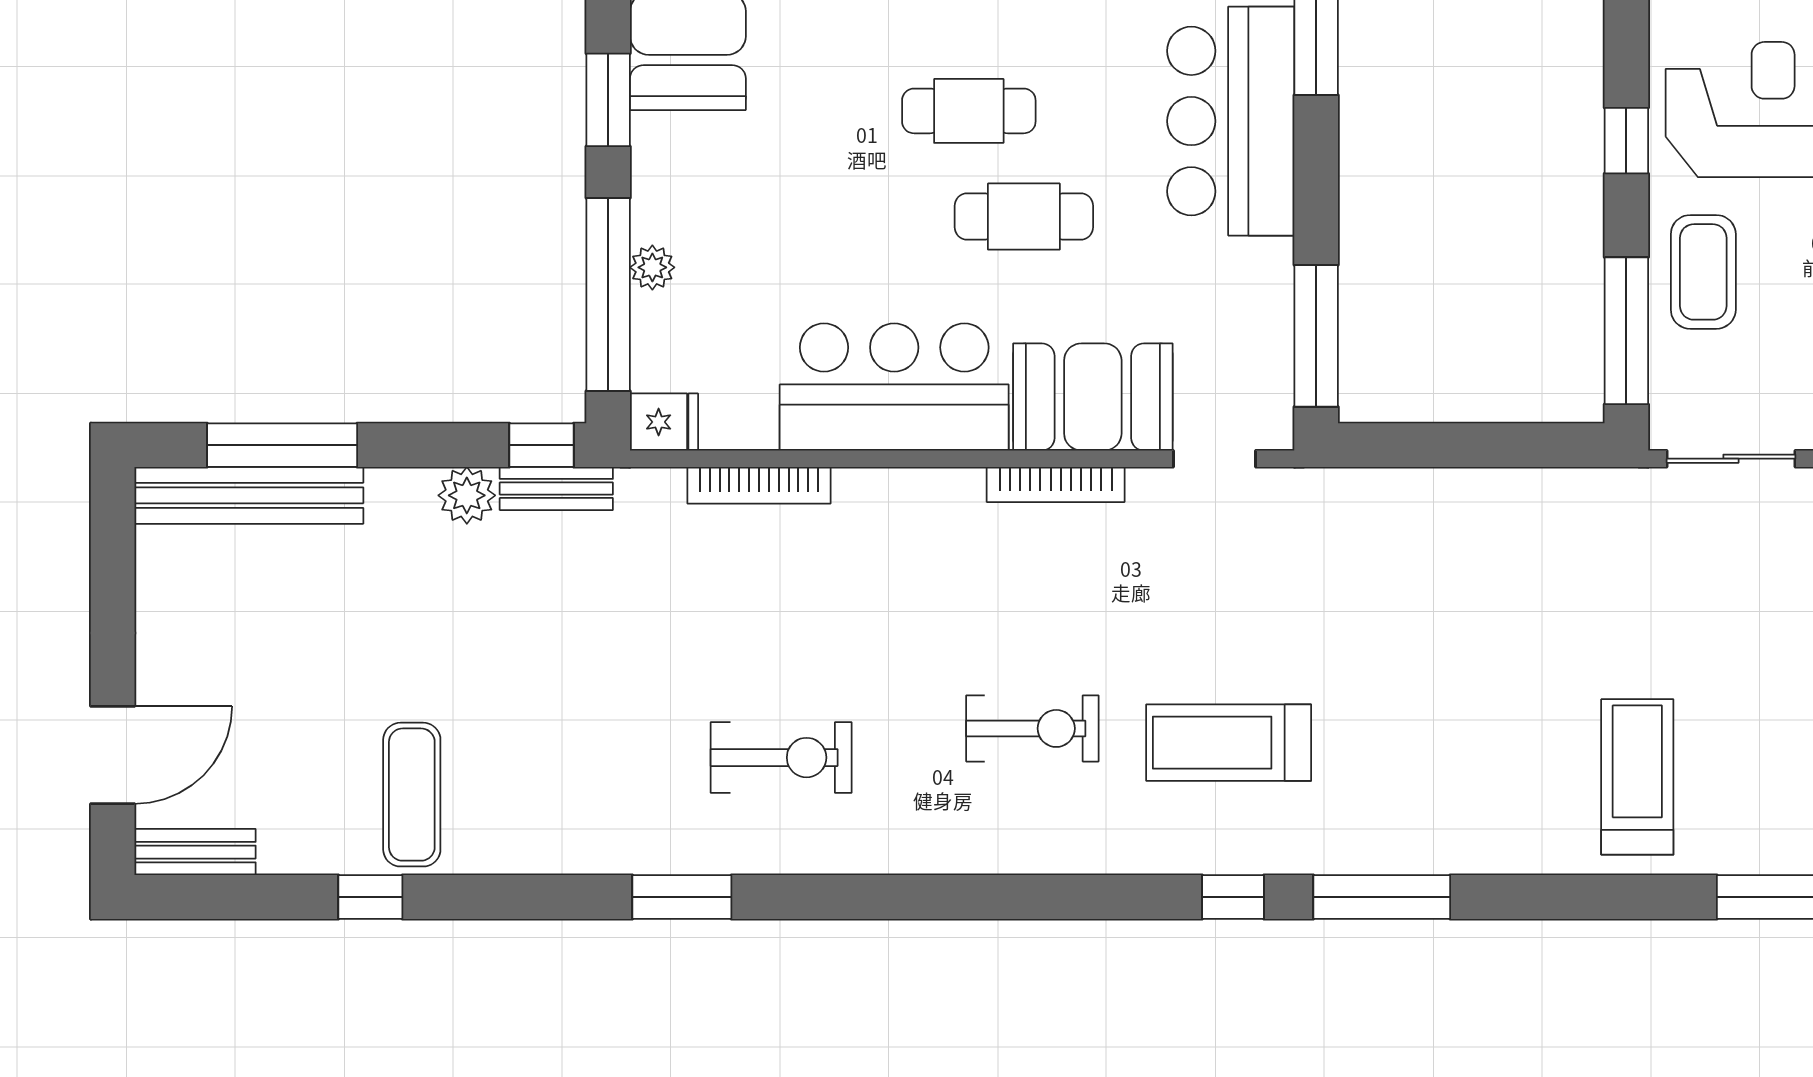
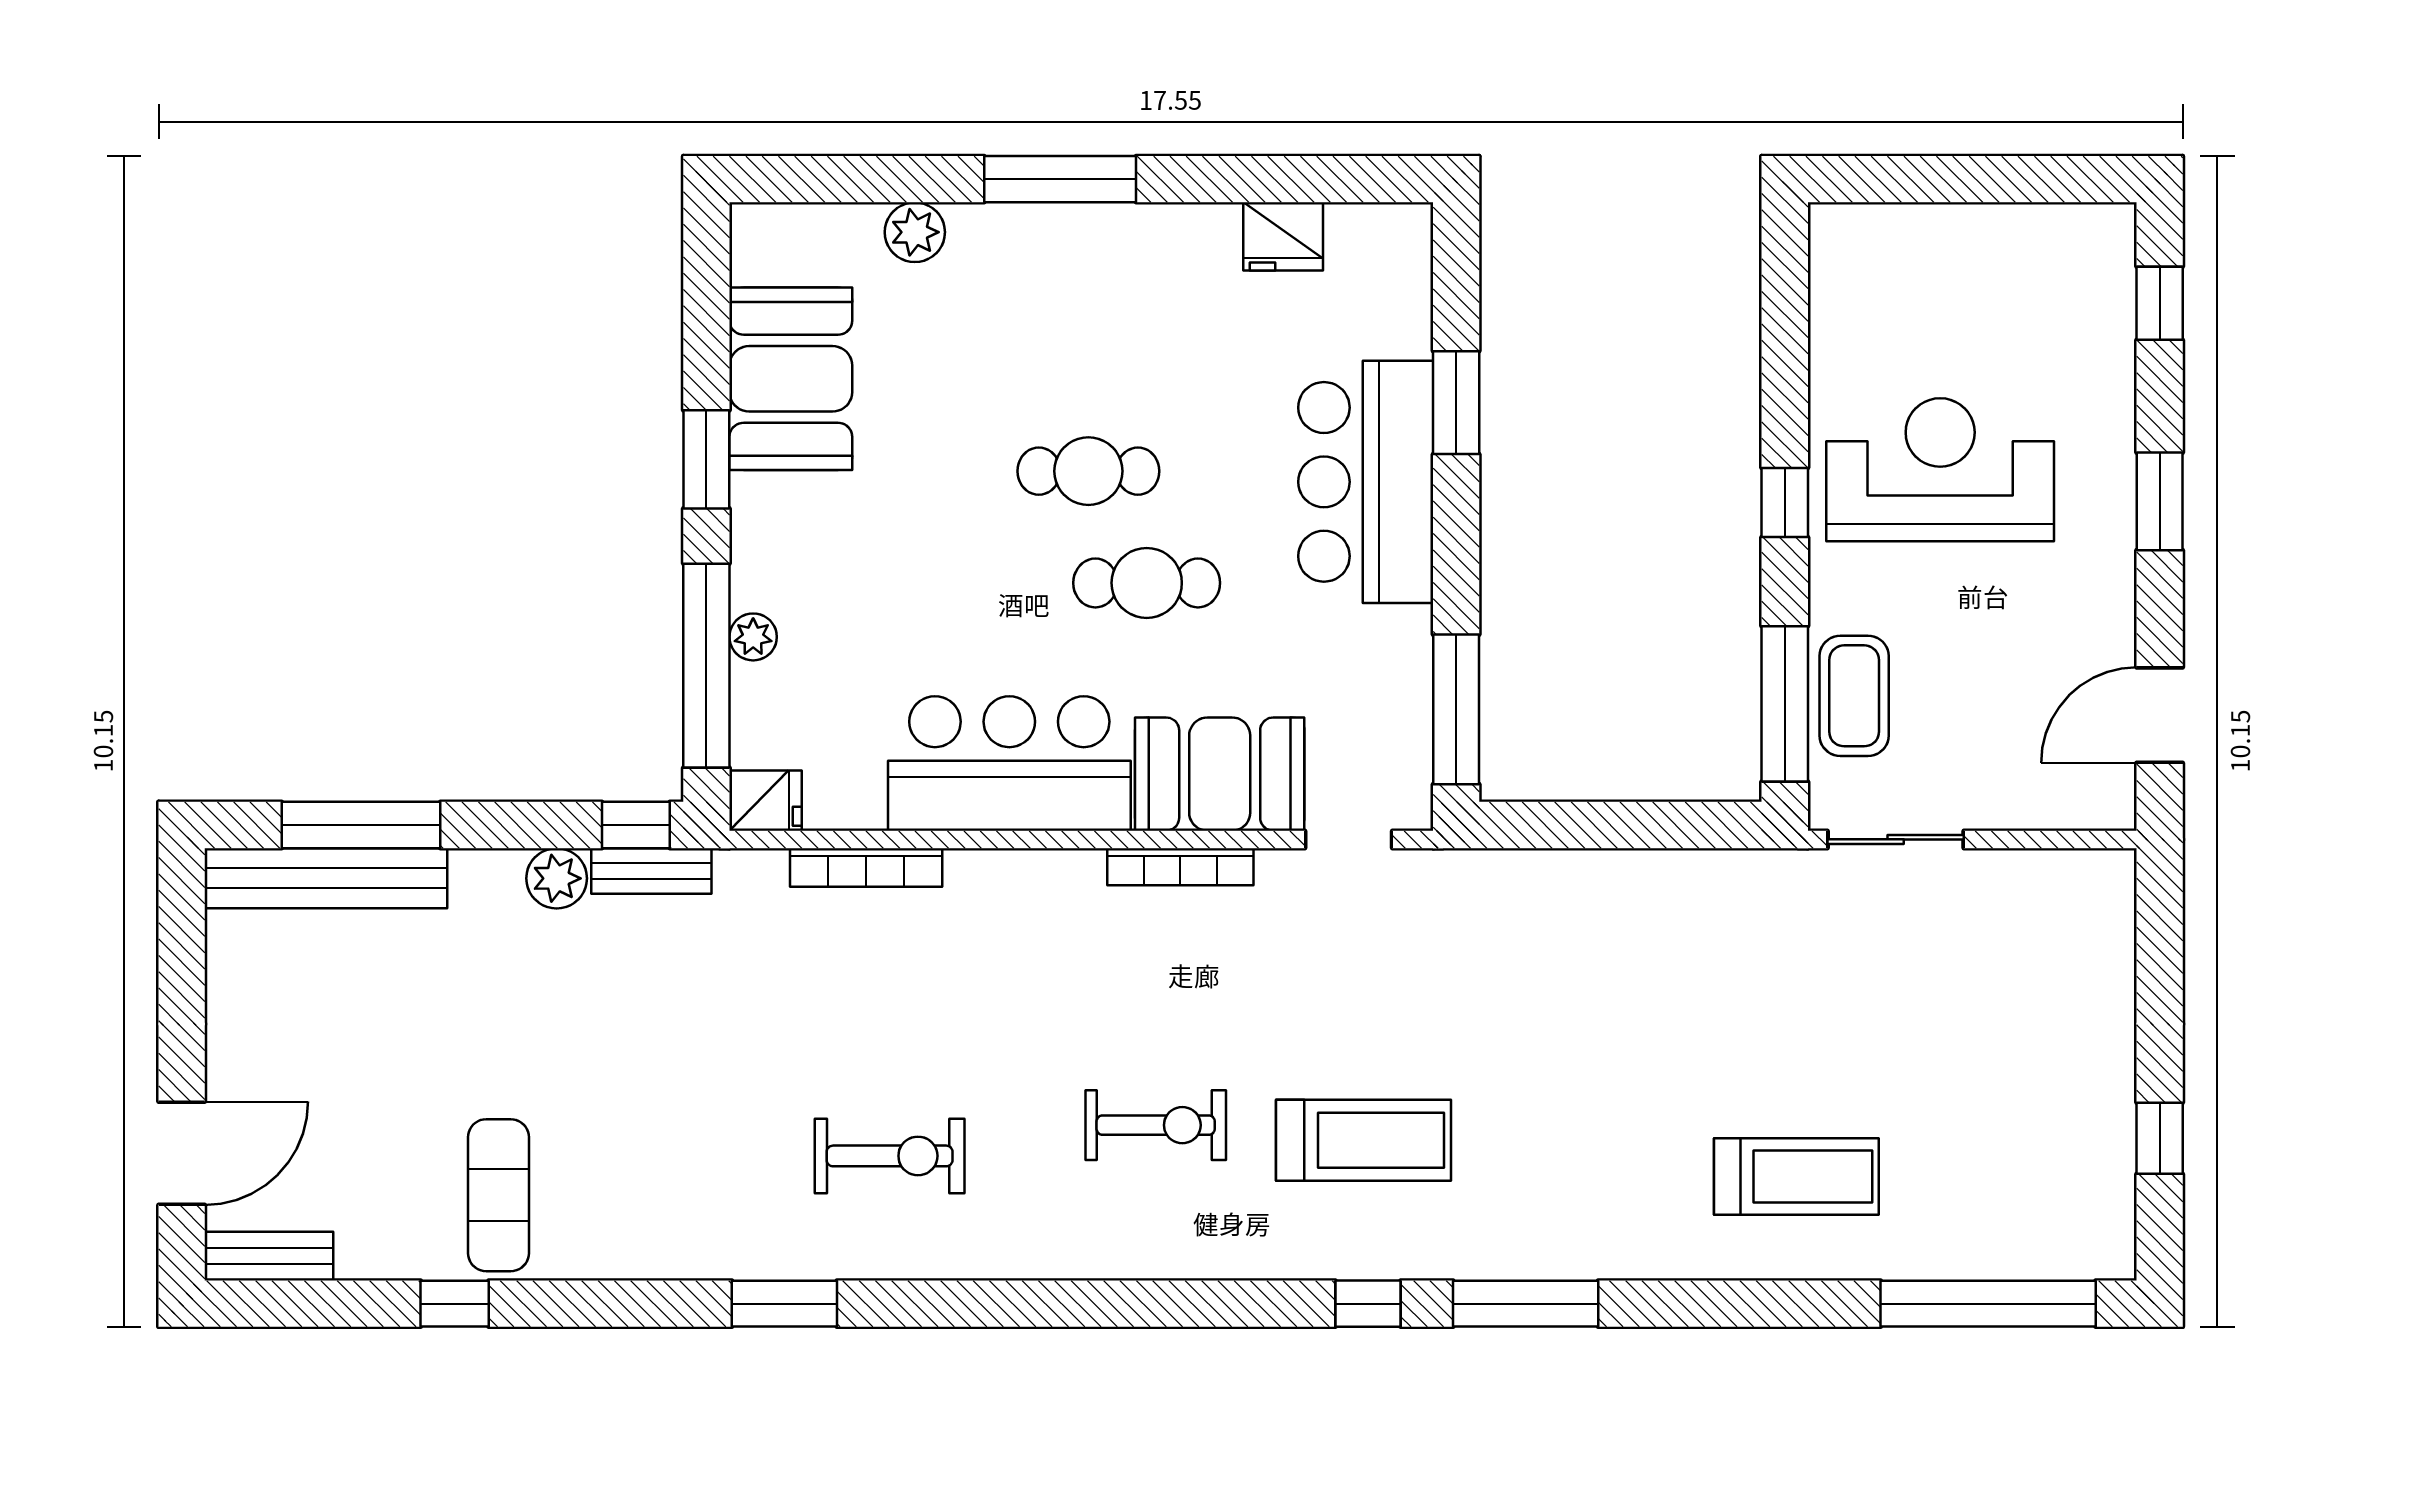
coffee table: (1703, 272) -> (1854, 696), moved
treadmill: (1229, 743) -> (1363, 1140), turned 180
treadmill: (1637, 777) -> (1796, 1176), turned 90

